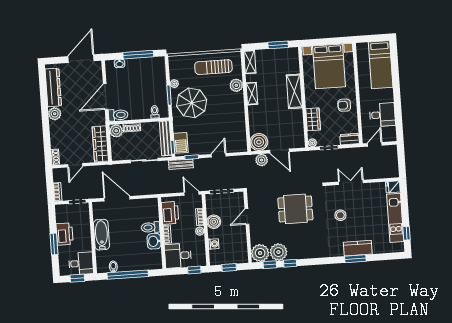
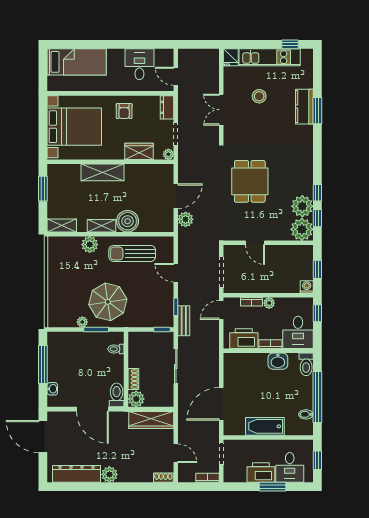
sun lounger: (213, 67) -> (132, 253), moved, turned 90
bench: (166, 138) -> (150, 338), removed
boiler: (259, 142) -> (128, 221), moved
barbecue: (181, 143) -> (157, 319), removed
stool: (340, 215) -> (259, 96), moved
boiler: (214, 222) -> (259, 285), removed
toilet: (150, 227) -> (306, 364), moved
washing machine: (214, 244) -> (307, 287), moved
desk: (81, 263) -> (290, 467), moved, turned 180

